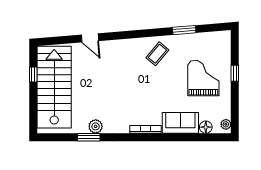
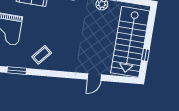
door: (90, 38) -> (94, 77), swing flipped

